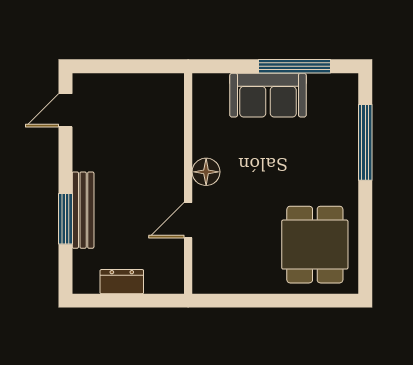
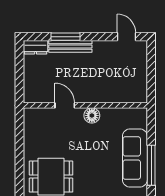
sofa: (268, 95) -> (135, 158), width x1.36
dresser: (122, 282) -> (36, 47), moved, turned 90

